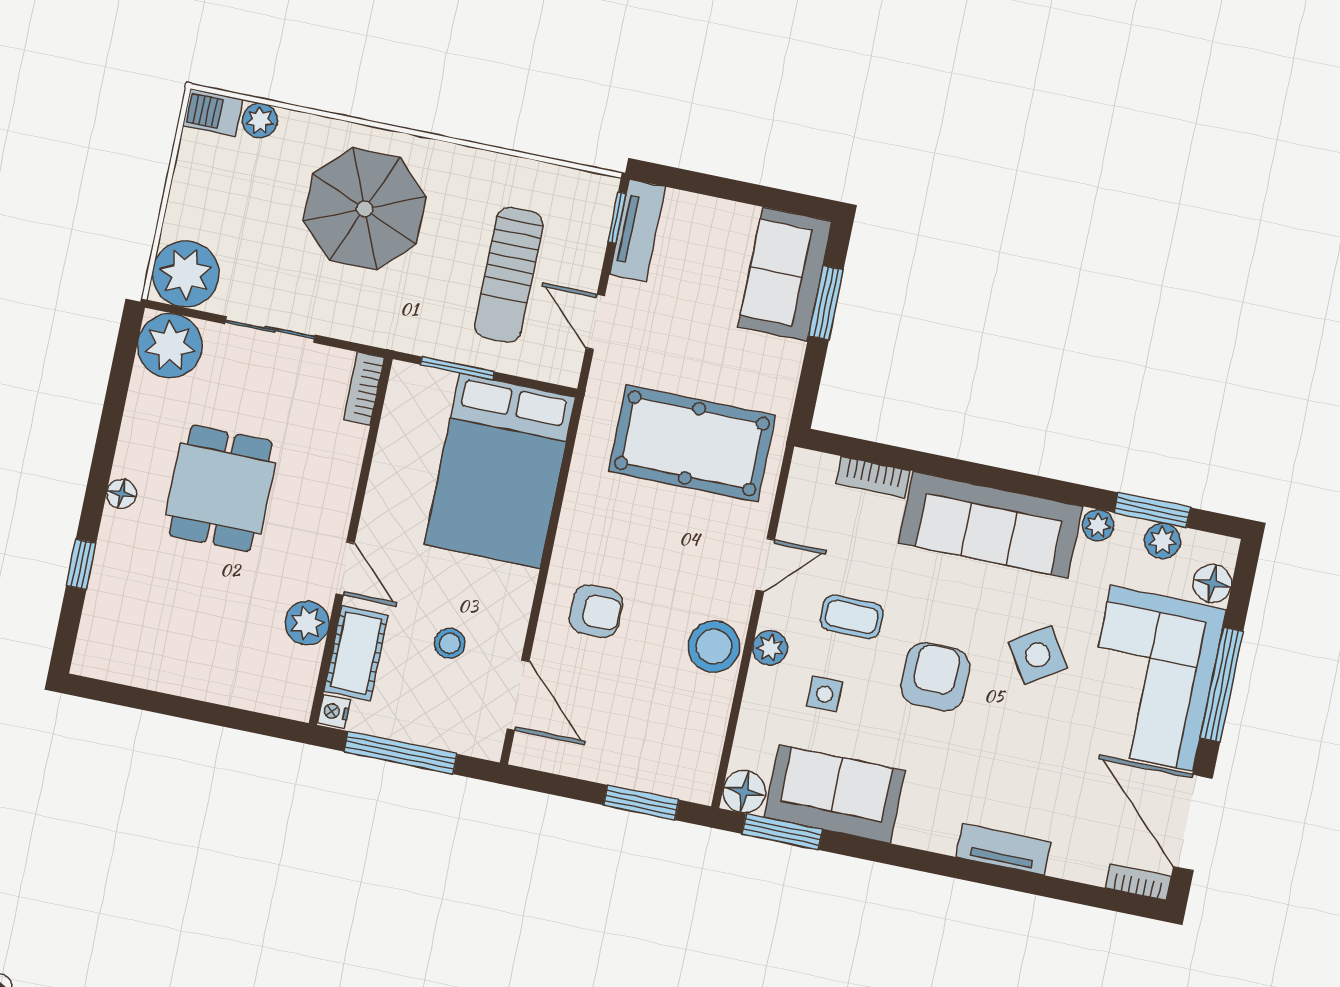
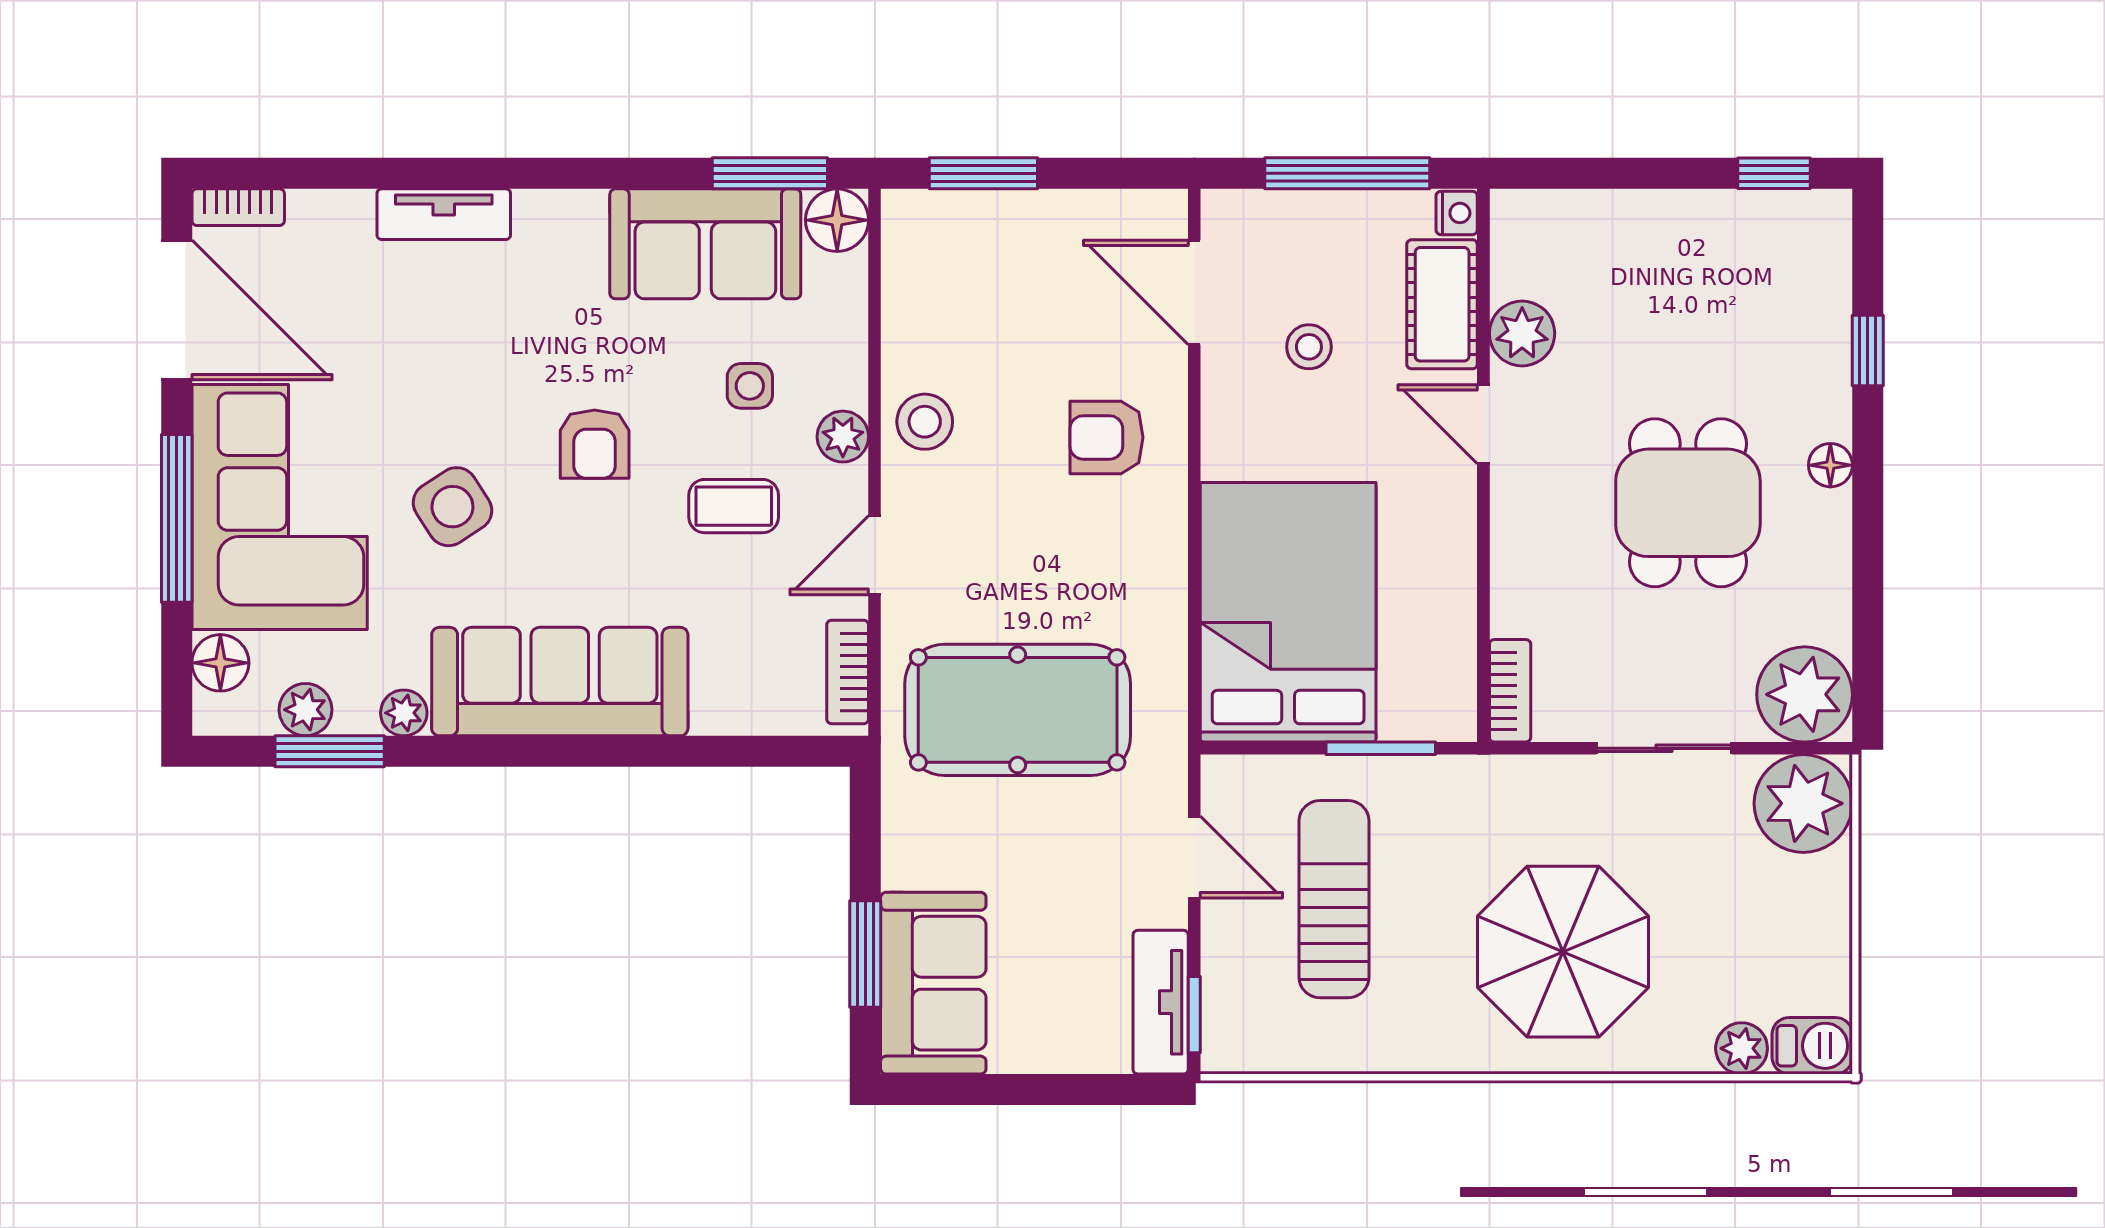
bookcase: (873, 477) -> (848, 672), moved, turned -90
stool: (714, 646) -> (925, 422), width x0.73, depth x0.73
armchair: (935, 677) -> (595, 444), width x0.72, depth x0.72
window: (119, 694) -> (1774, 173), added

